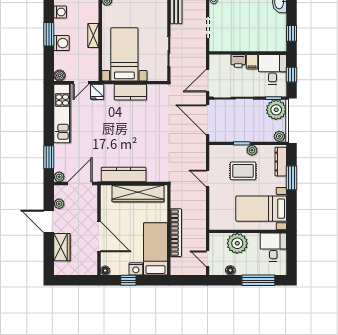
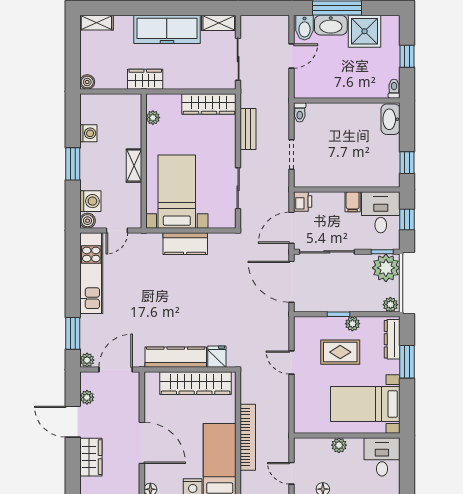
washing machine: (62, 43) -> (90, 201), moved
printer: (238, 61) -> (303, 202), moved, turned -90
fridge: (97, 92) -> (217, 357), moved, turned 180
plant: (237, 243) -> (339, 445), width x0.53, depth x0.53

